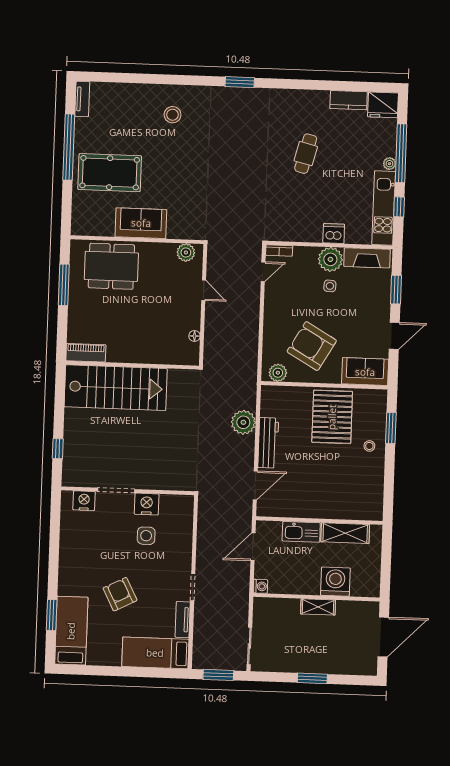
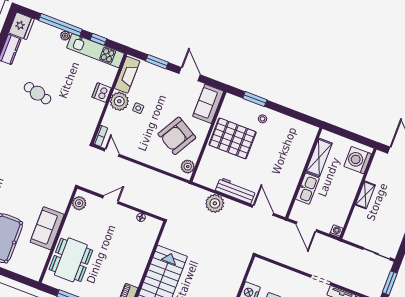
washing machine: (335, 582) -> (358, 160), moved

